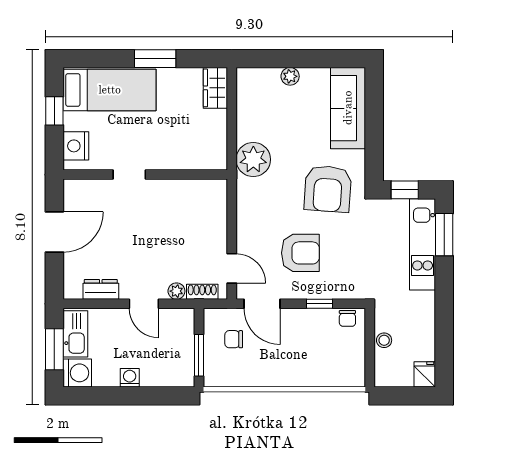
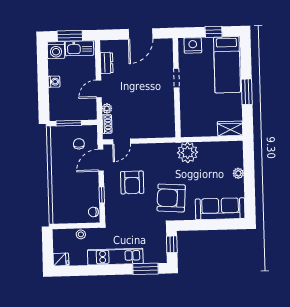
door: (54, 232) -> (141, 34), hinge flipped
kitchen unit: (423, 244) -> (115, 257), moved

